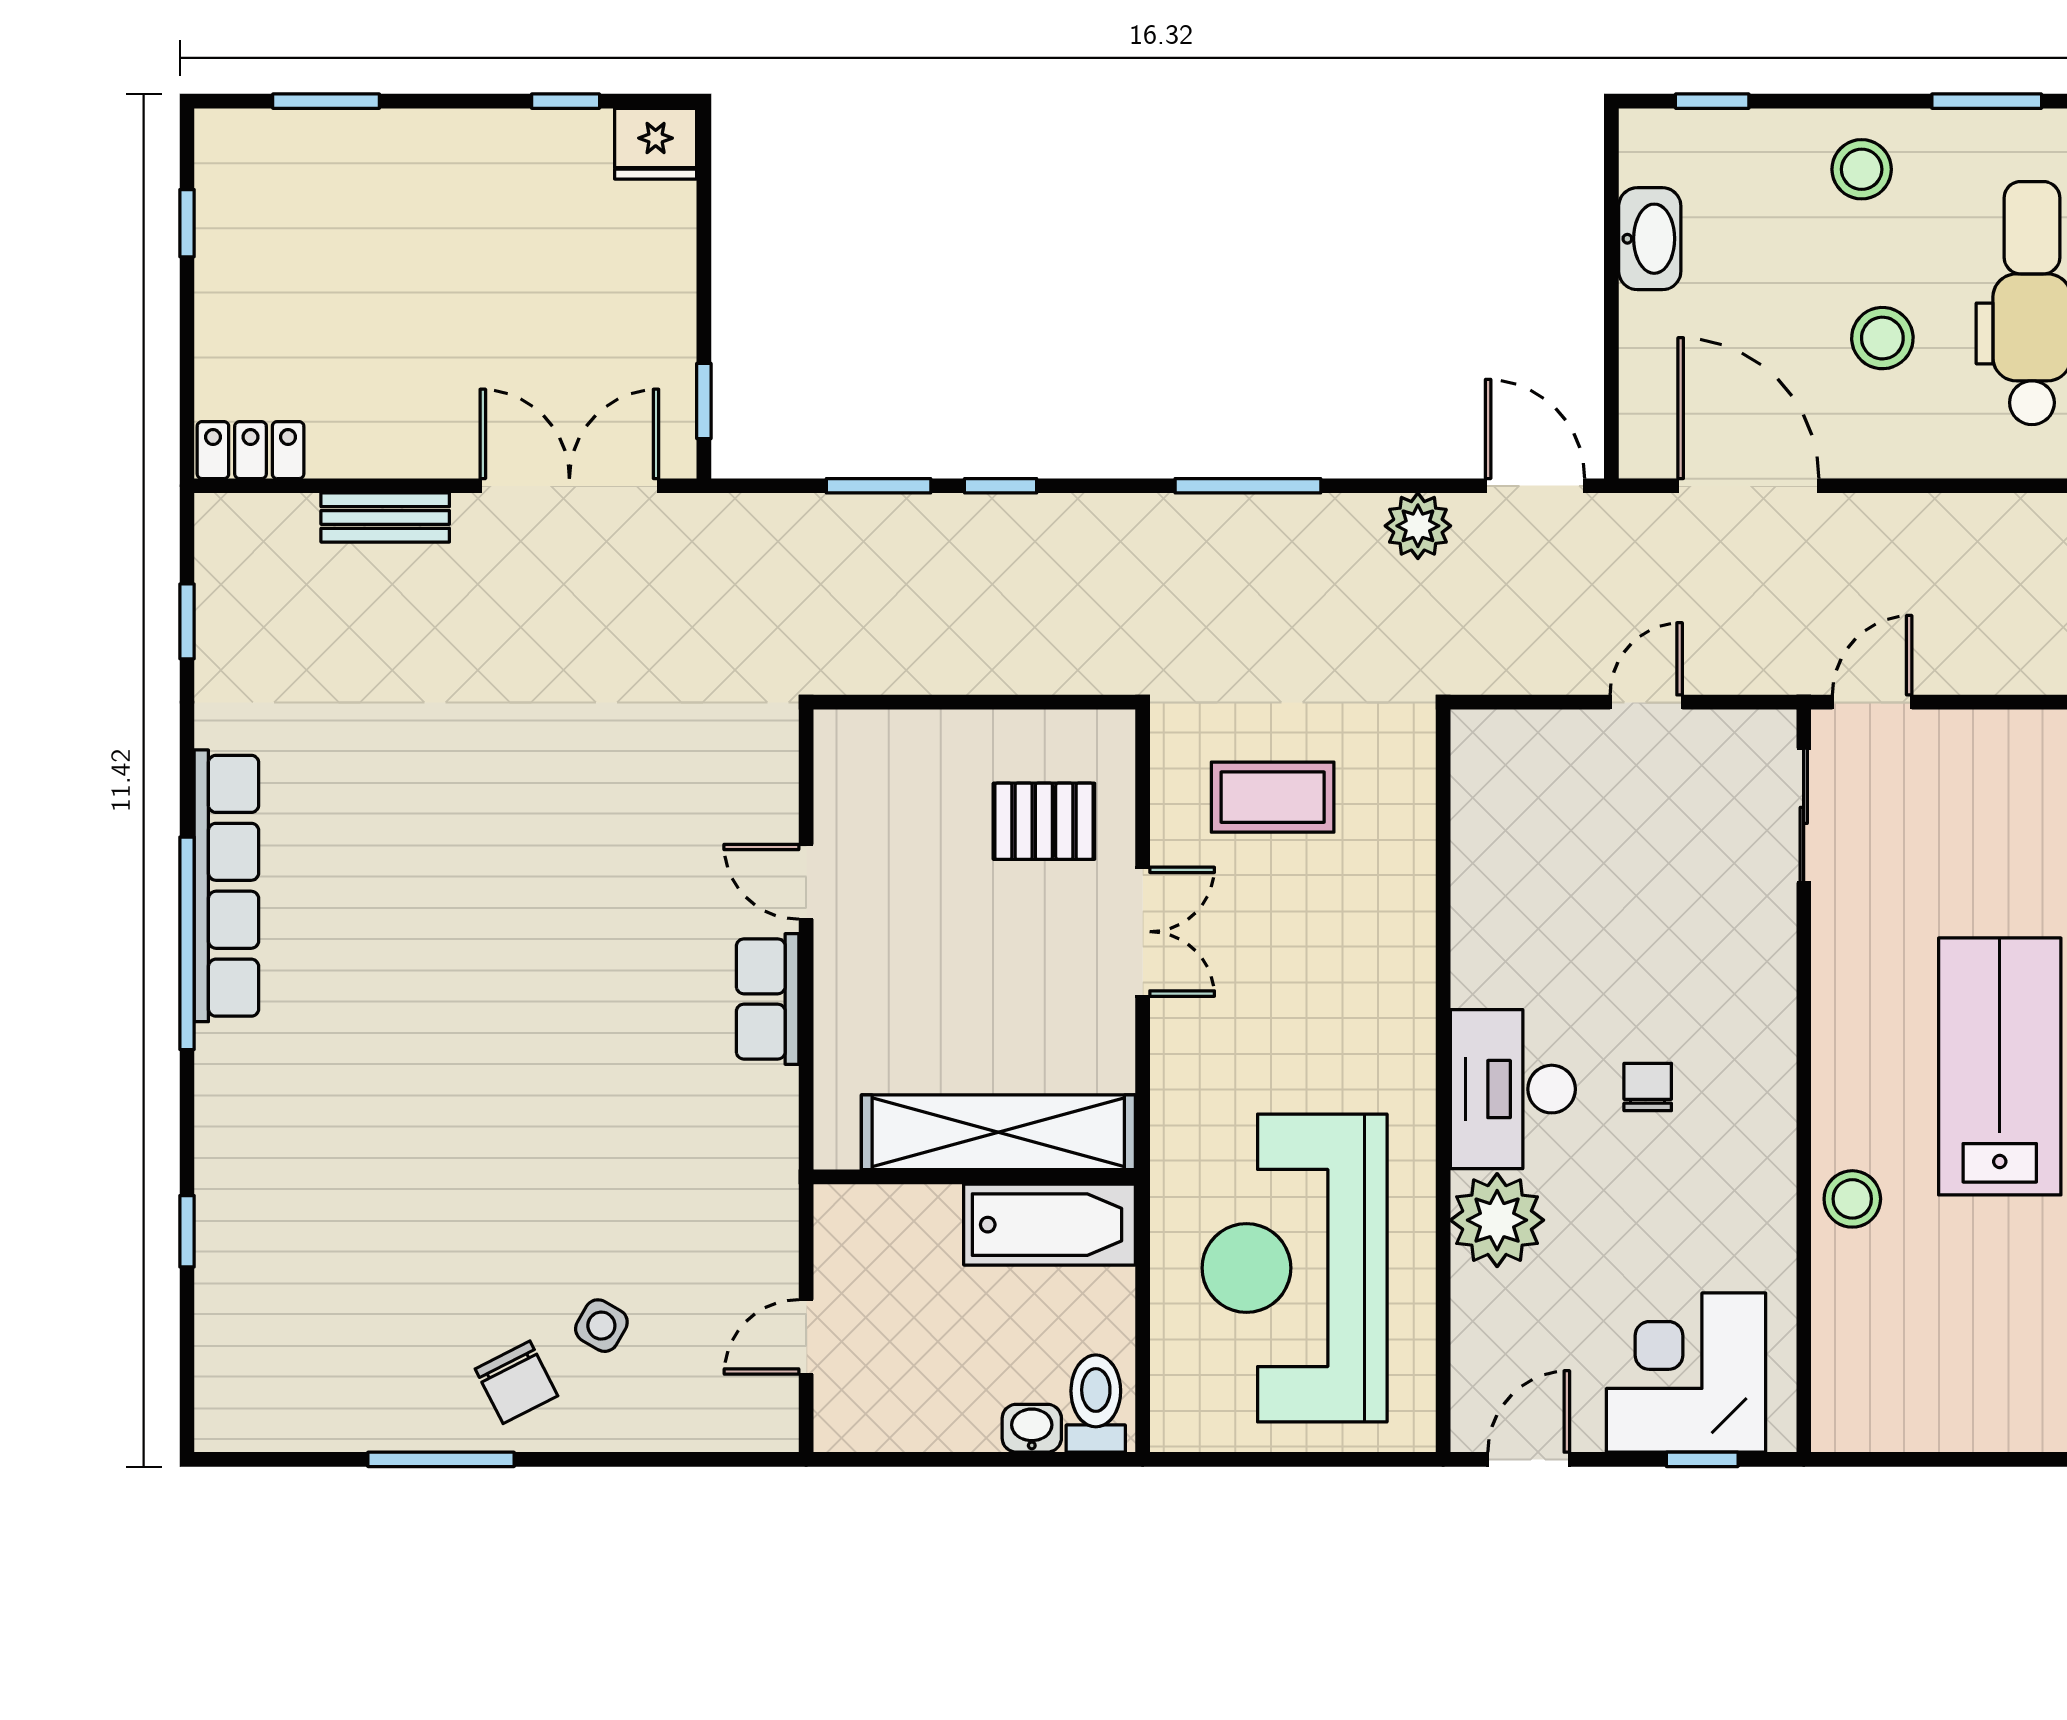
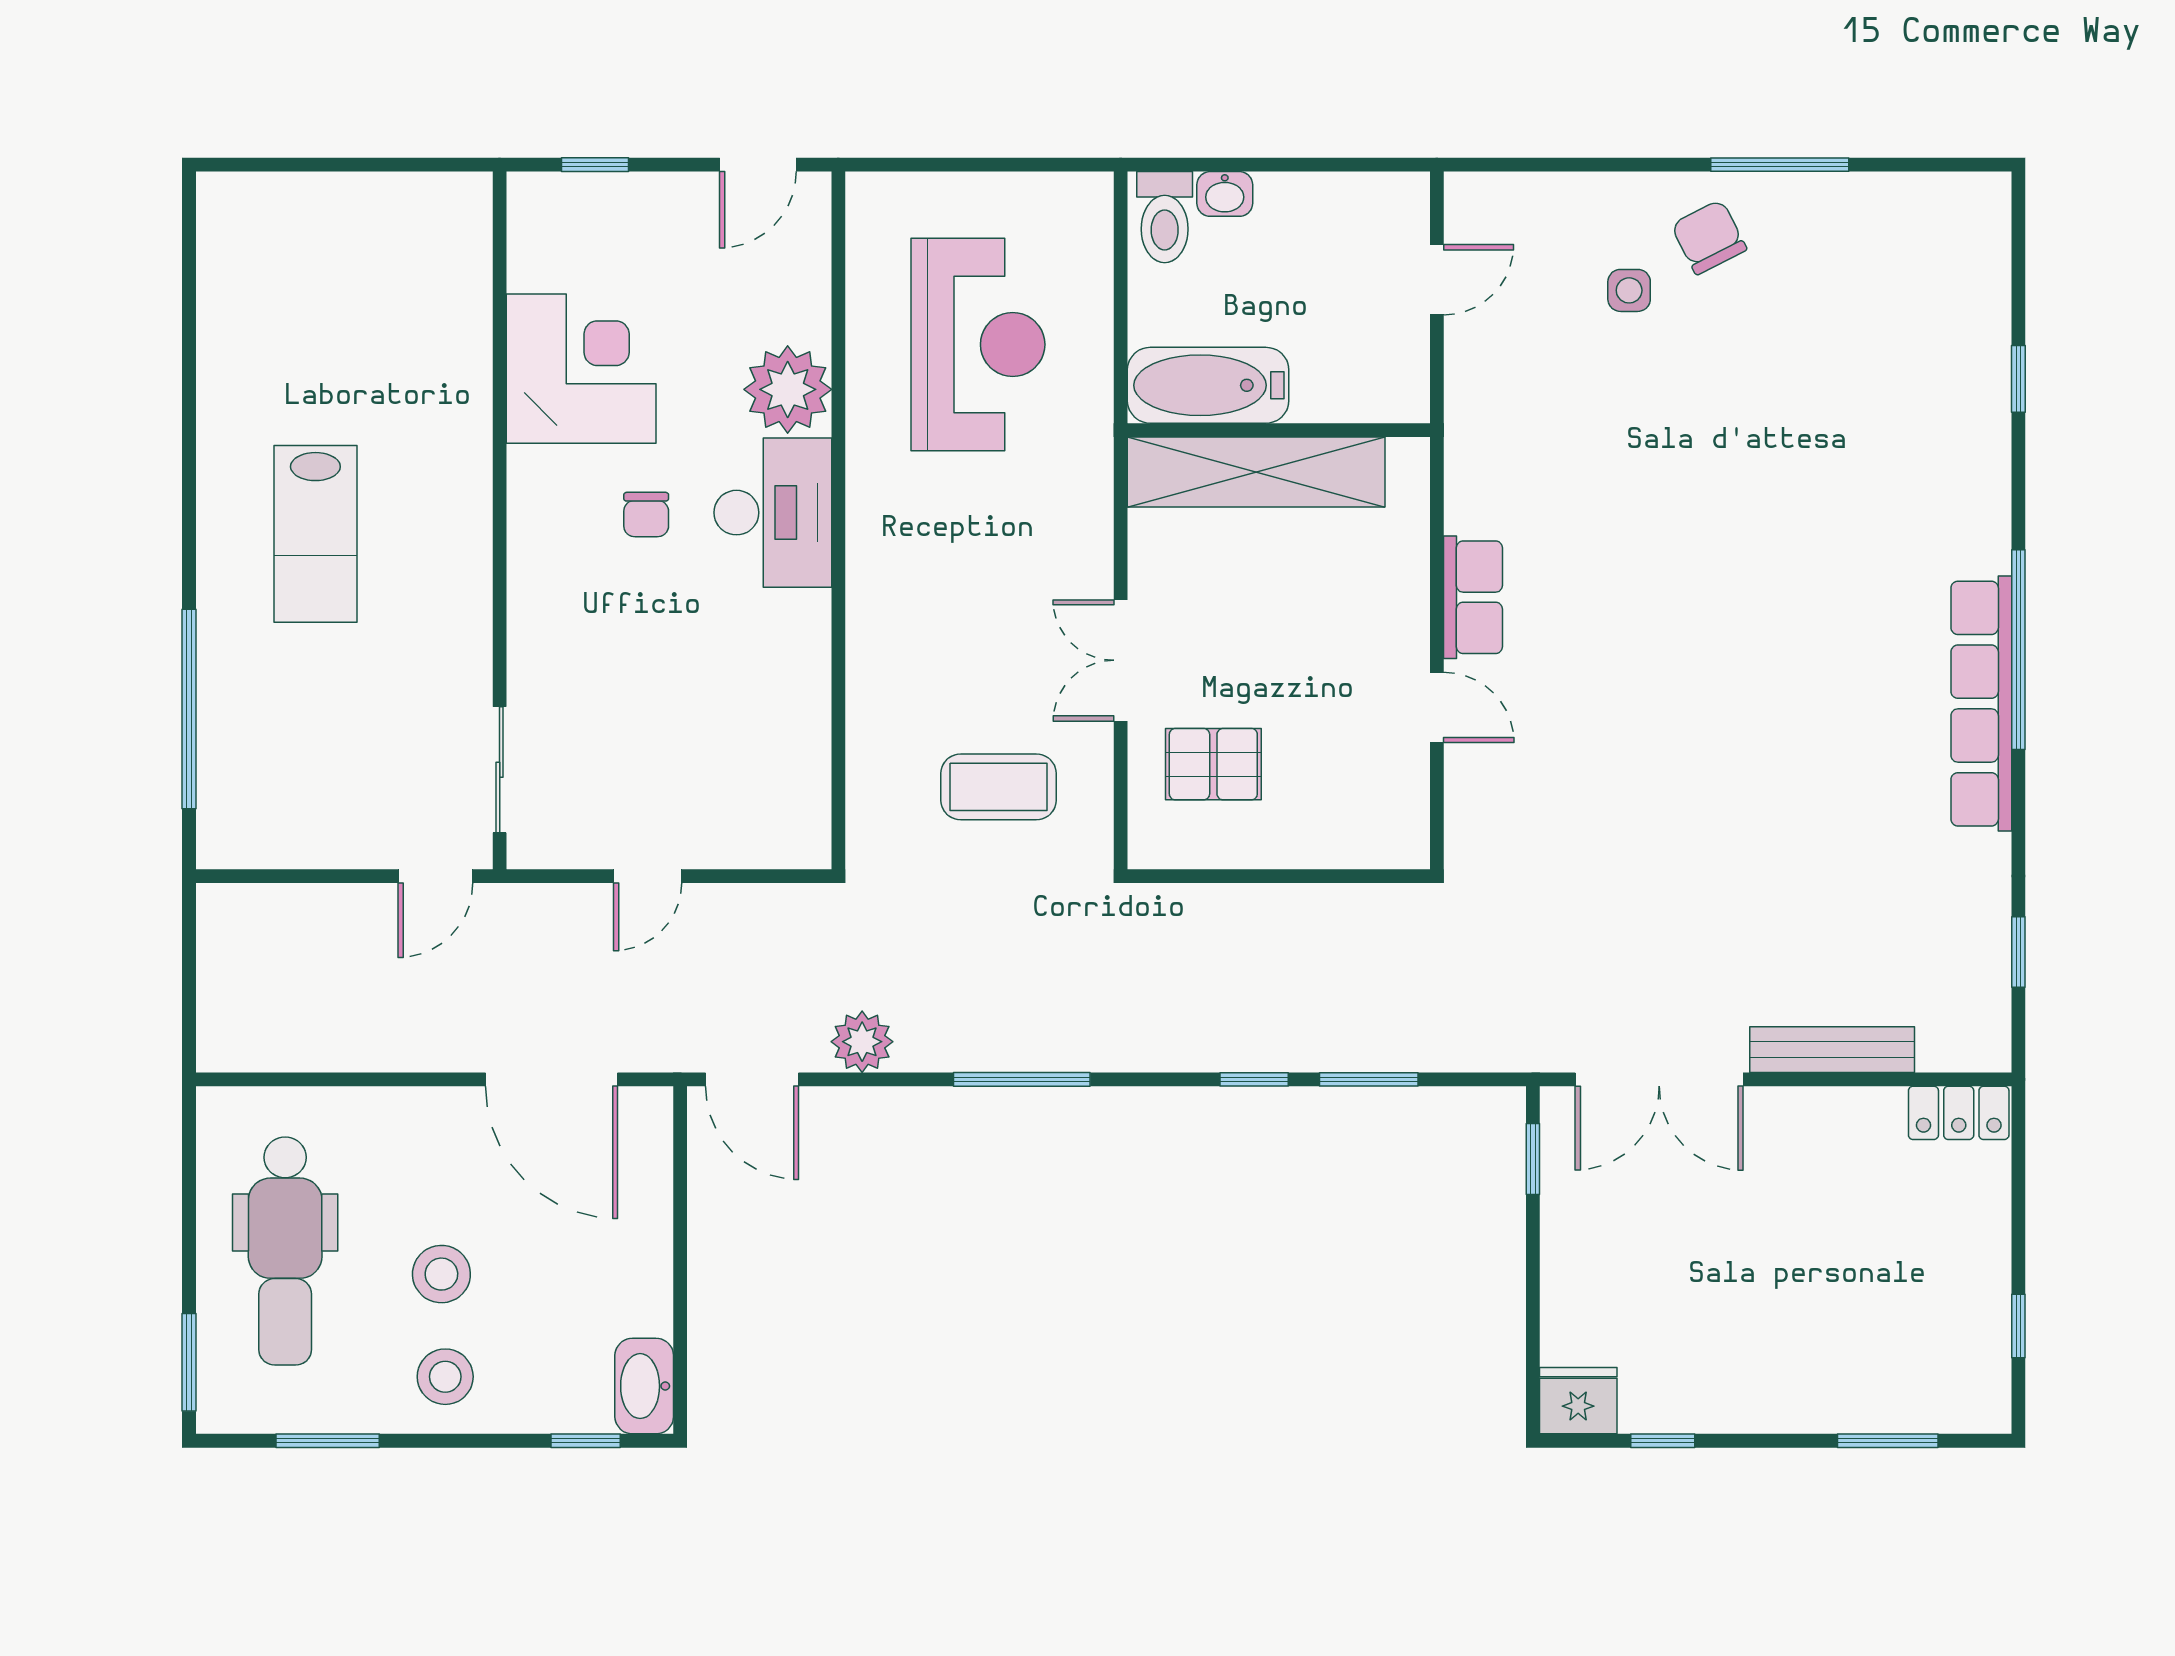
washbasin: (1650, 239) -> (644, 1386), moved
stool: (1882, 338) -> (441, 1274), moved
bench: (385, 517) -> (1832, 1050), width x1.36
lab bench: (2000, 1066) -> (315, 534), width x0.73, depth x0.72
stool: (1852, 1199) -> (454, 409), removed
reception desk: (1295, 1268) -> (978, 345), width x0.74, depth x0.77
side table: (601, 1326) -> (1629, 290), turned -30
corner desk: (1686, 1373) -> (581, 369), moved, turned -90

